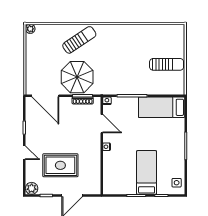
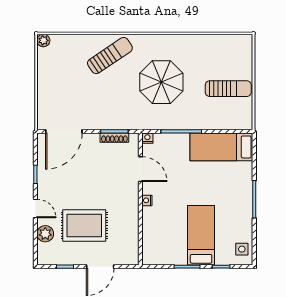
parasol: (77, 77) -> (161, 82), moved
door: (45, 96) -> (64, 131), hinge flipped
plant: (32, 188) -> (45, 234), moved

